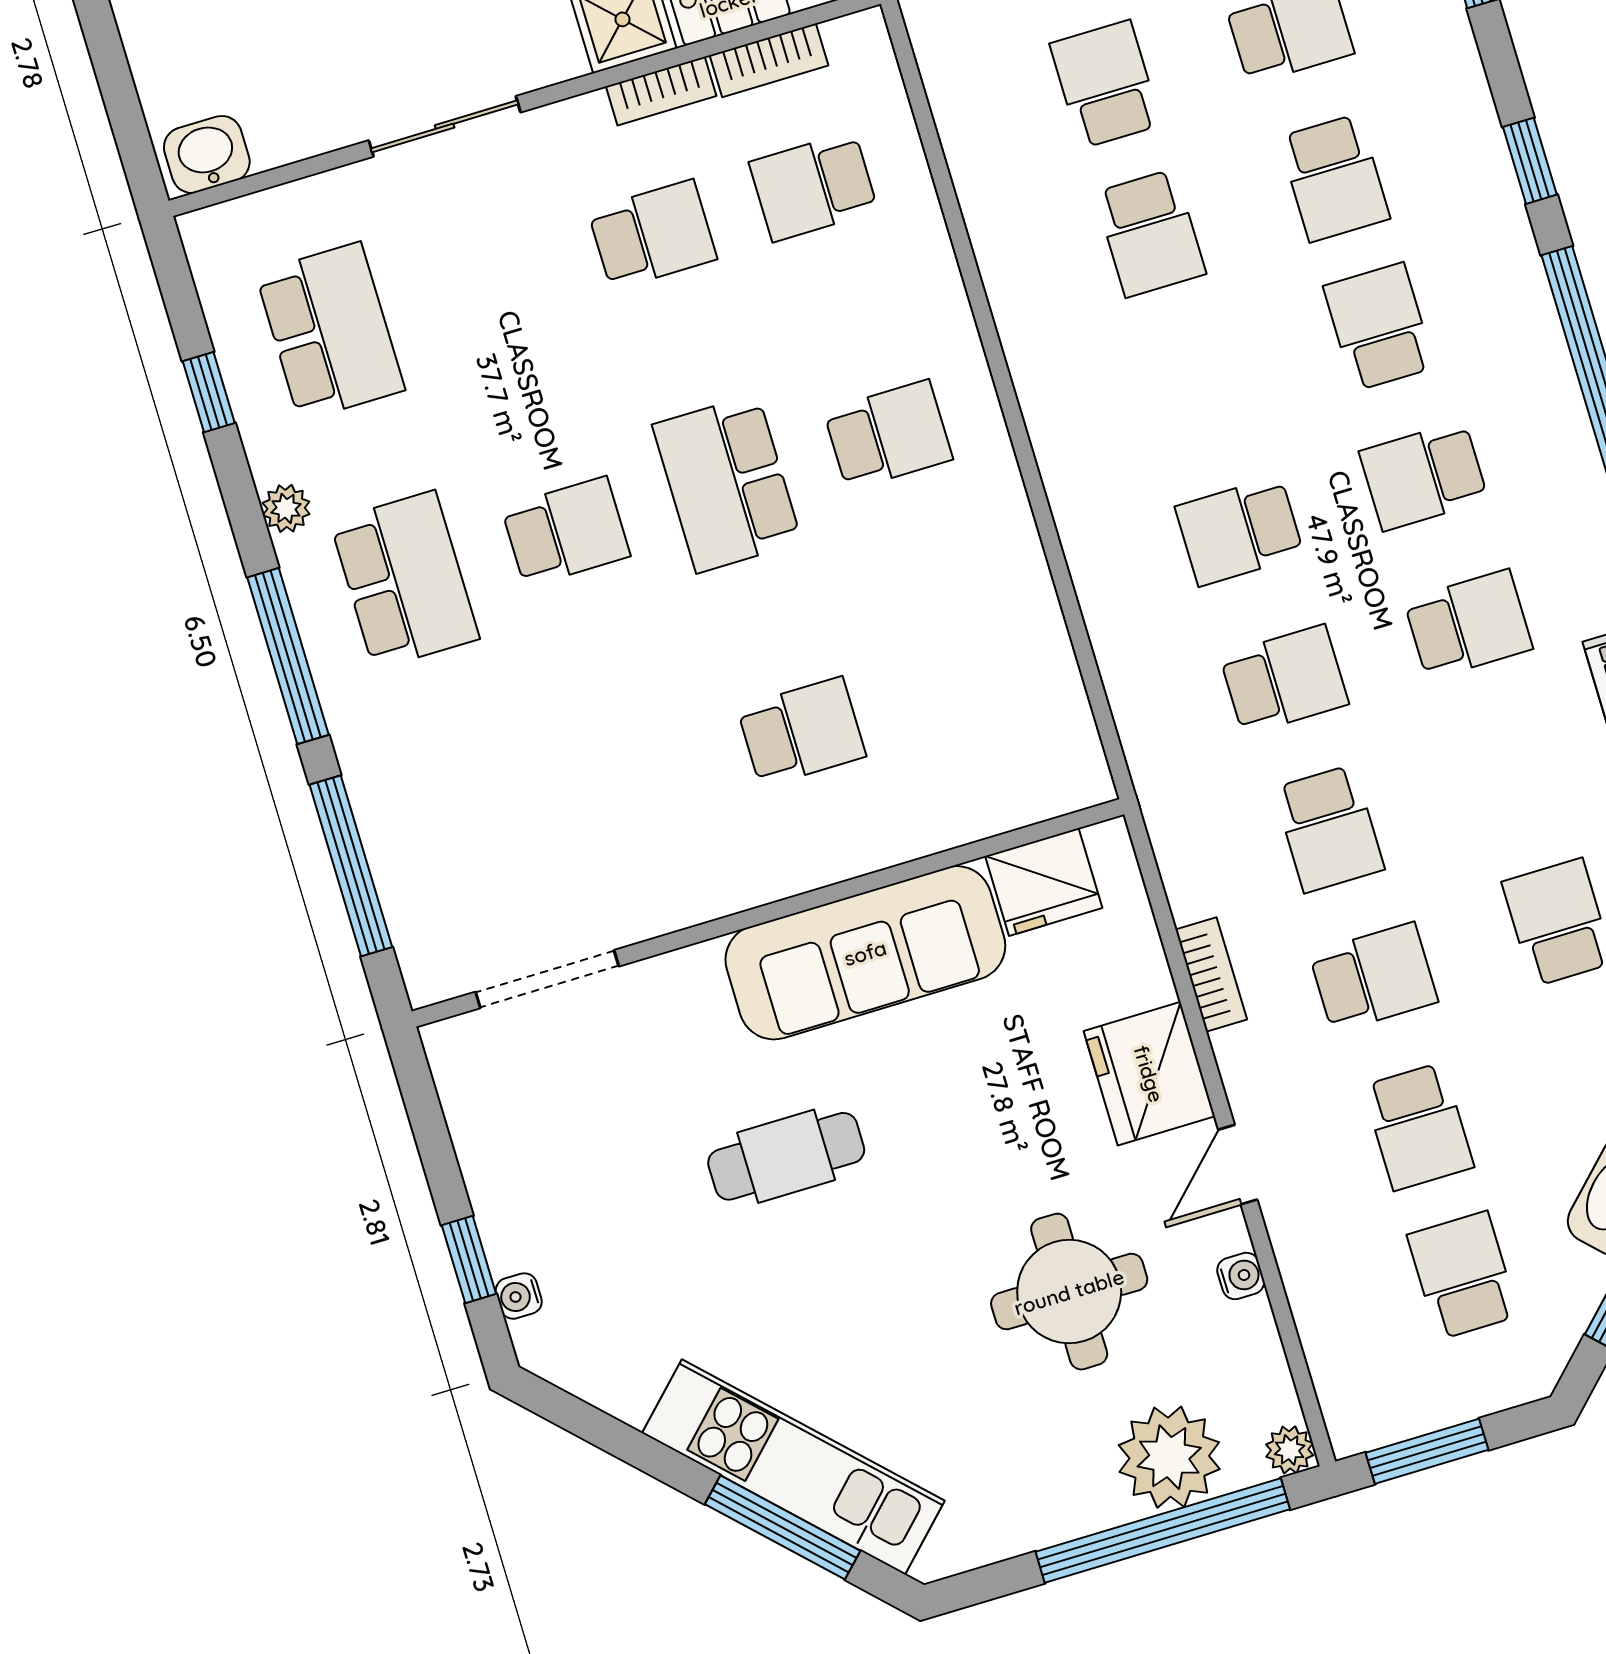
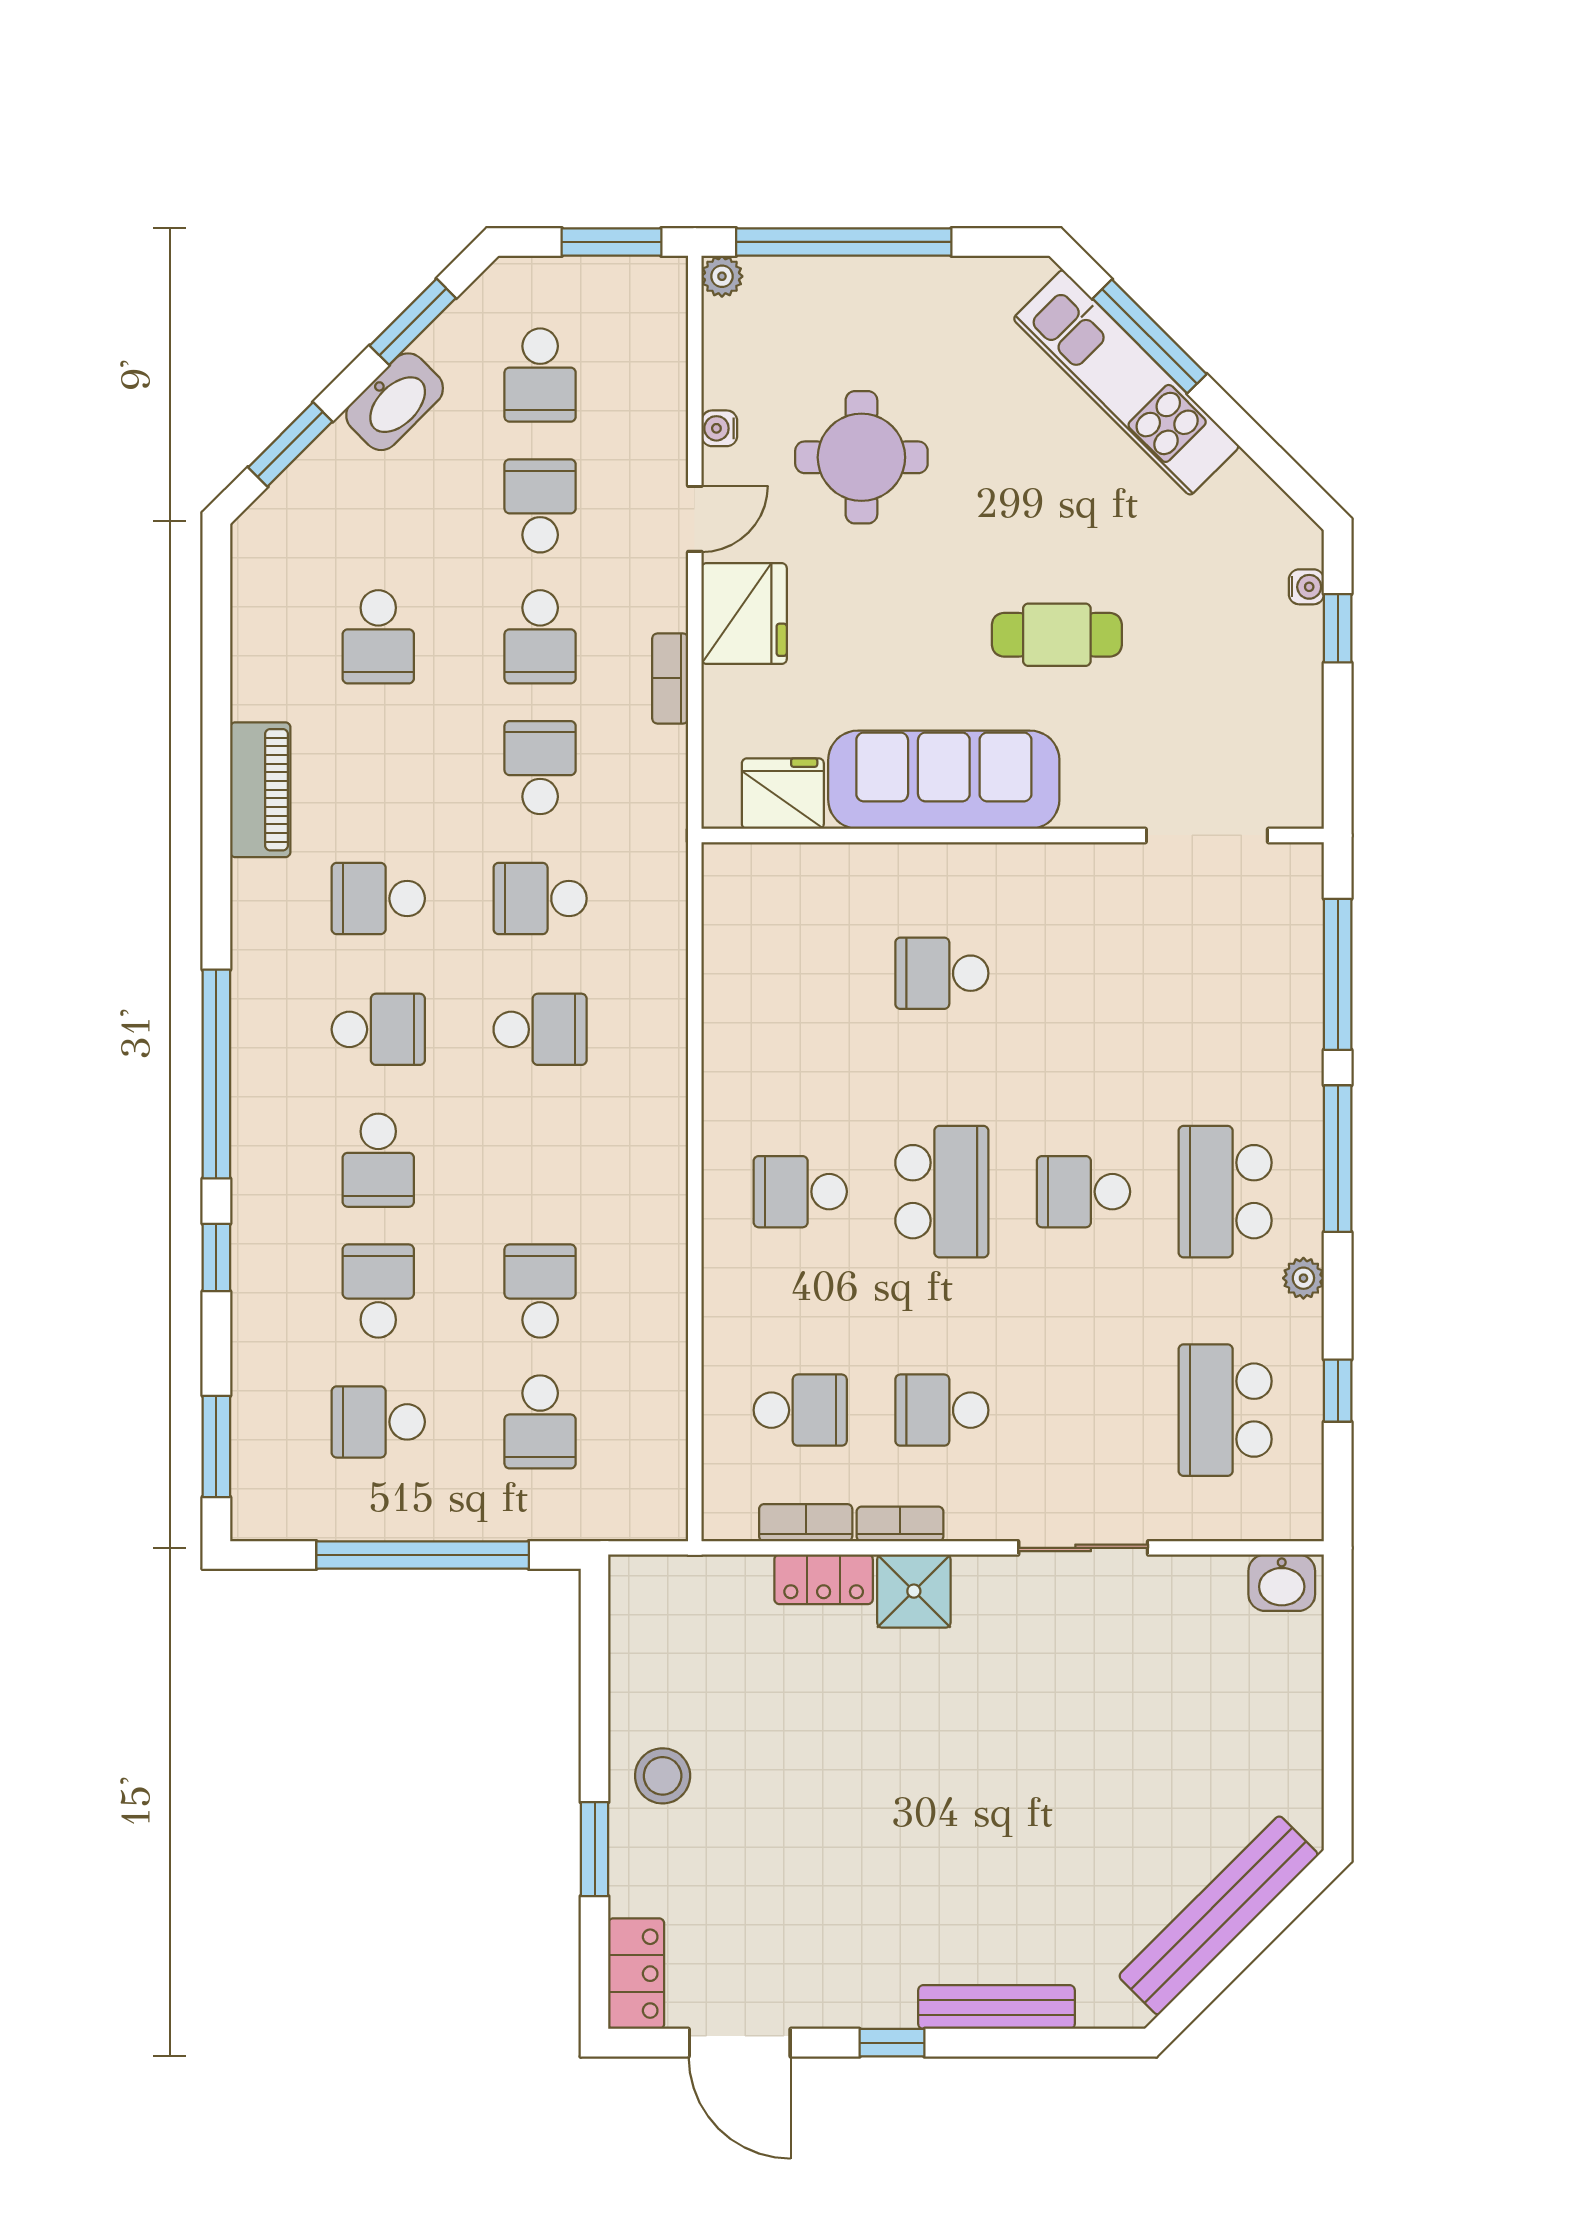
school desk: (1373, 978) -> (540, 637), turned -90
plant: (1169, 1457) -> (821, 300), removed

